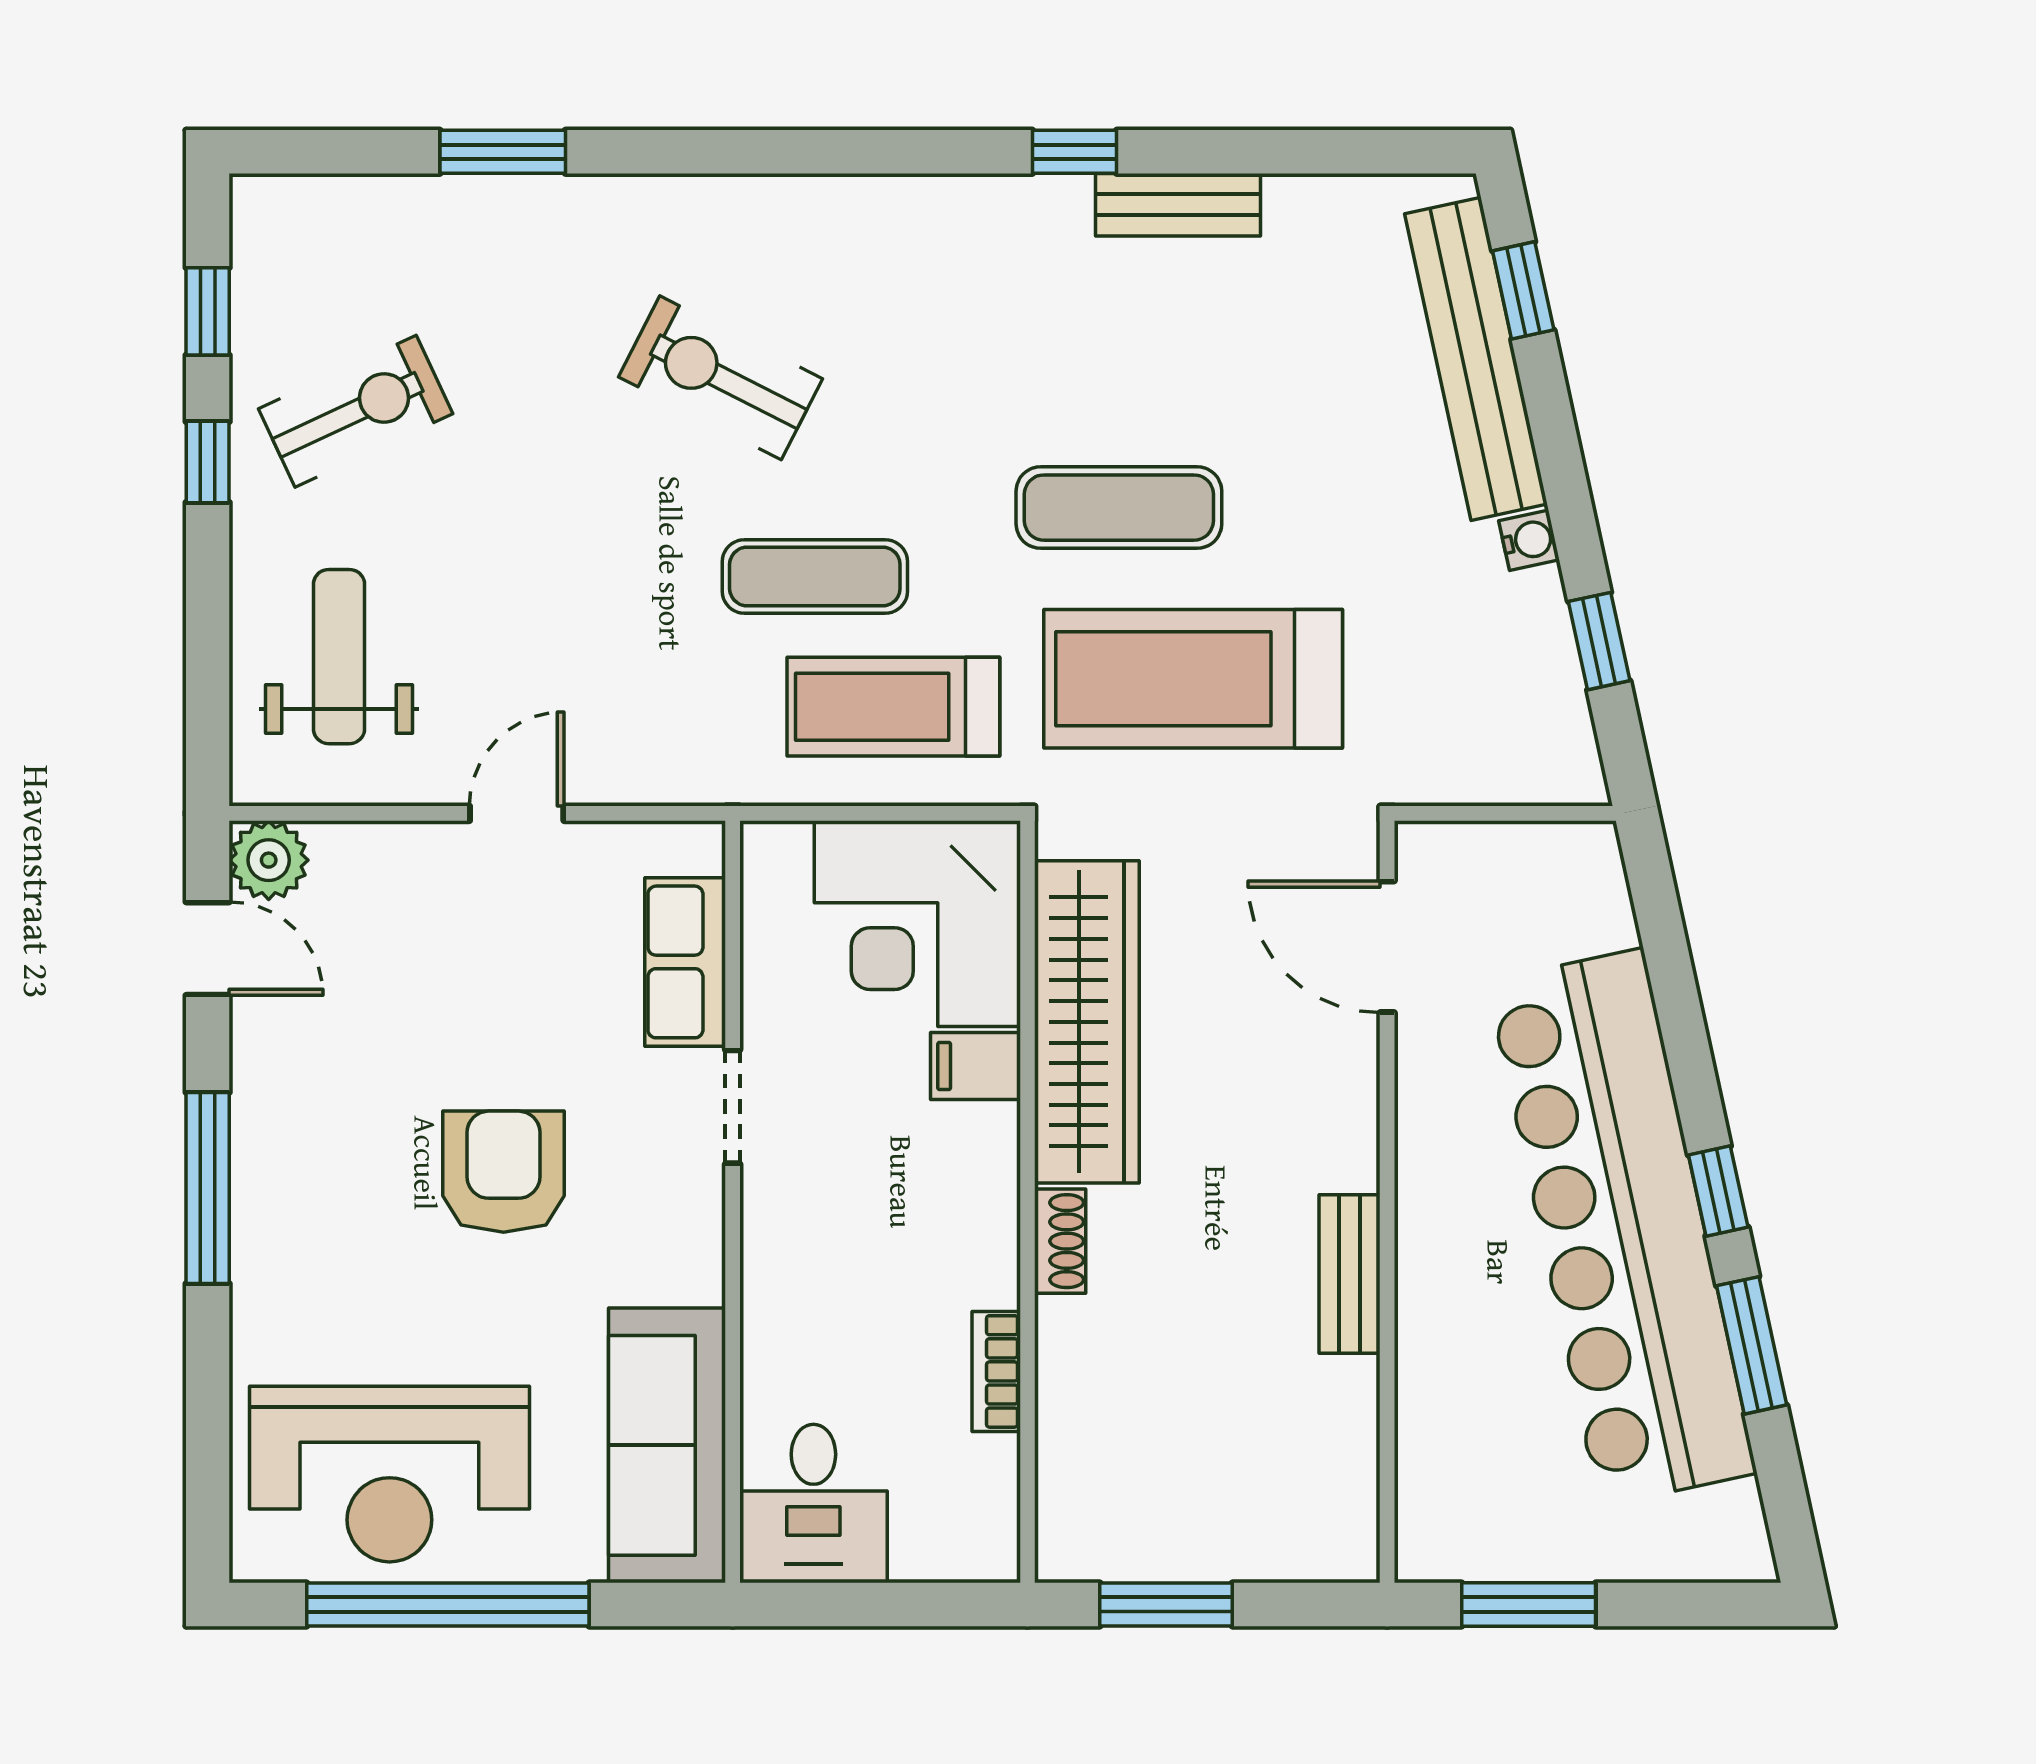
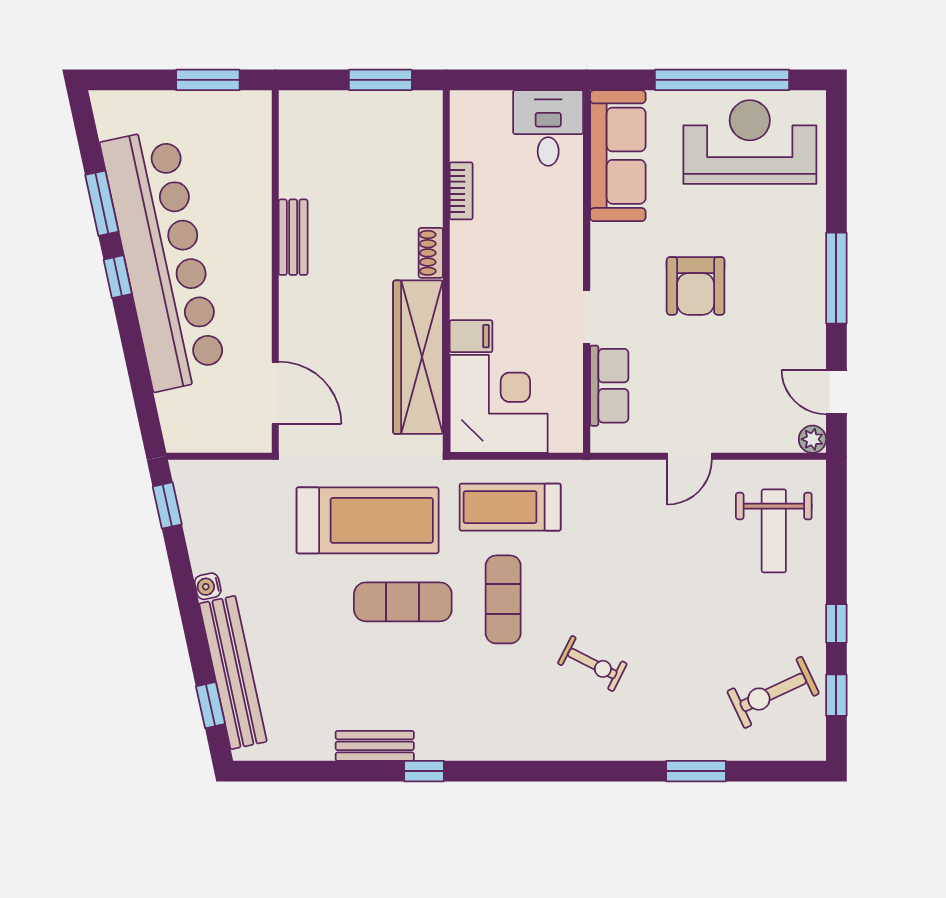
exercise bike: (720, 378) -> (592, 664), width x0.73, depth x0.72
exercise bike: (356, 411) -> (773, 692), moved
exercise mat: (815, 576) -> (503, 599), moved, turned 90
window: (1599, 641) -> (167, 505), moved
treadmill: (893, 707) -> (510, 507), turned 180
plant: (269, 860) -> (812, 439), width x0.73, depth x0.73

